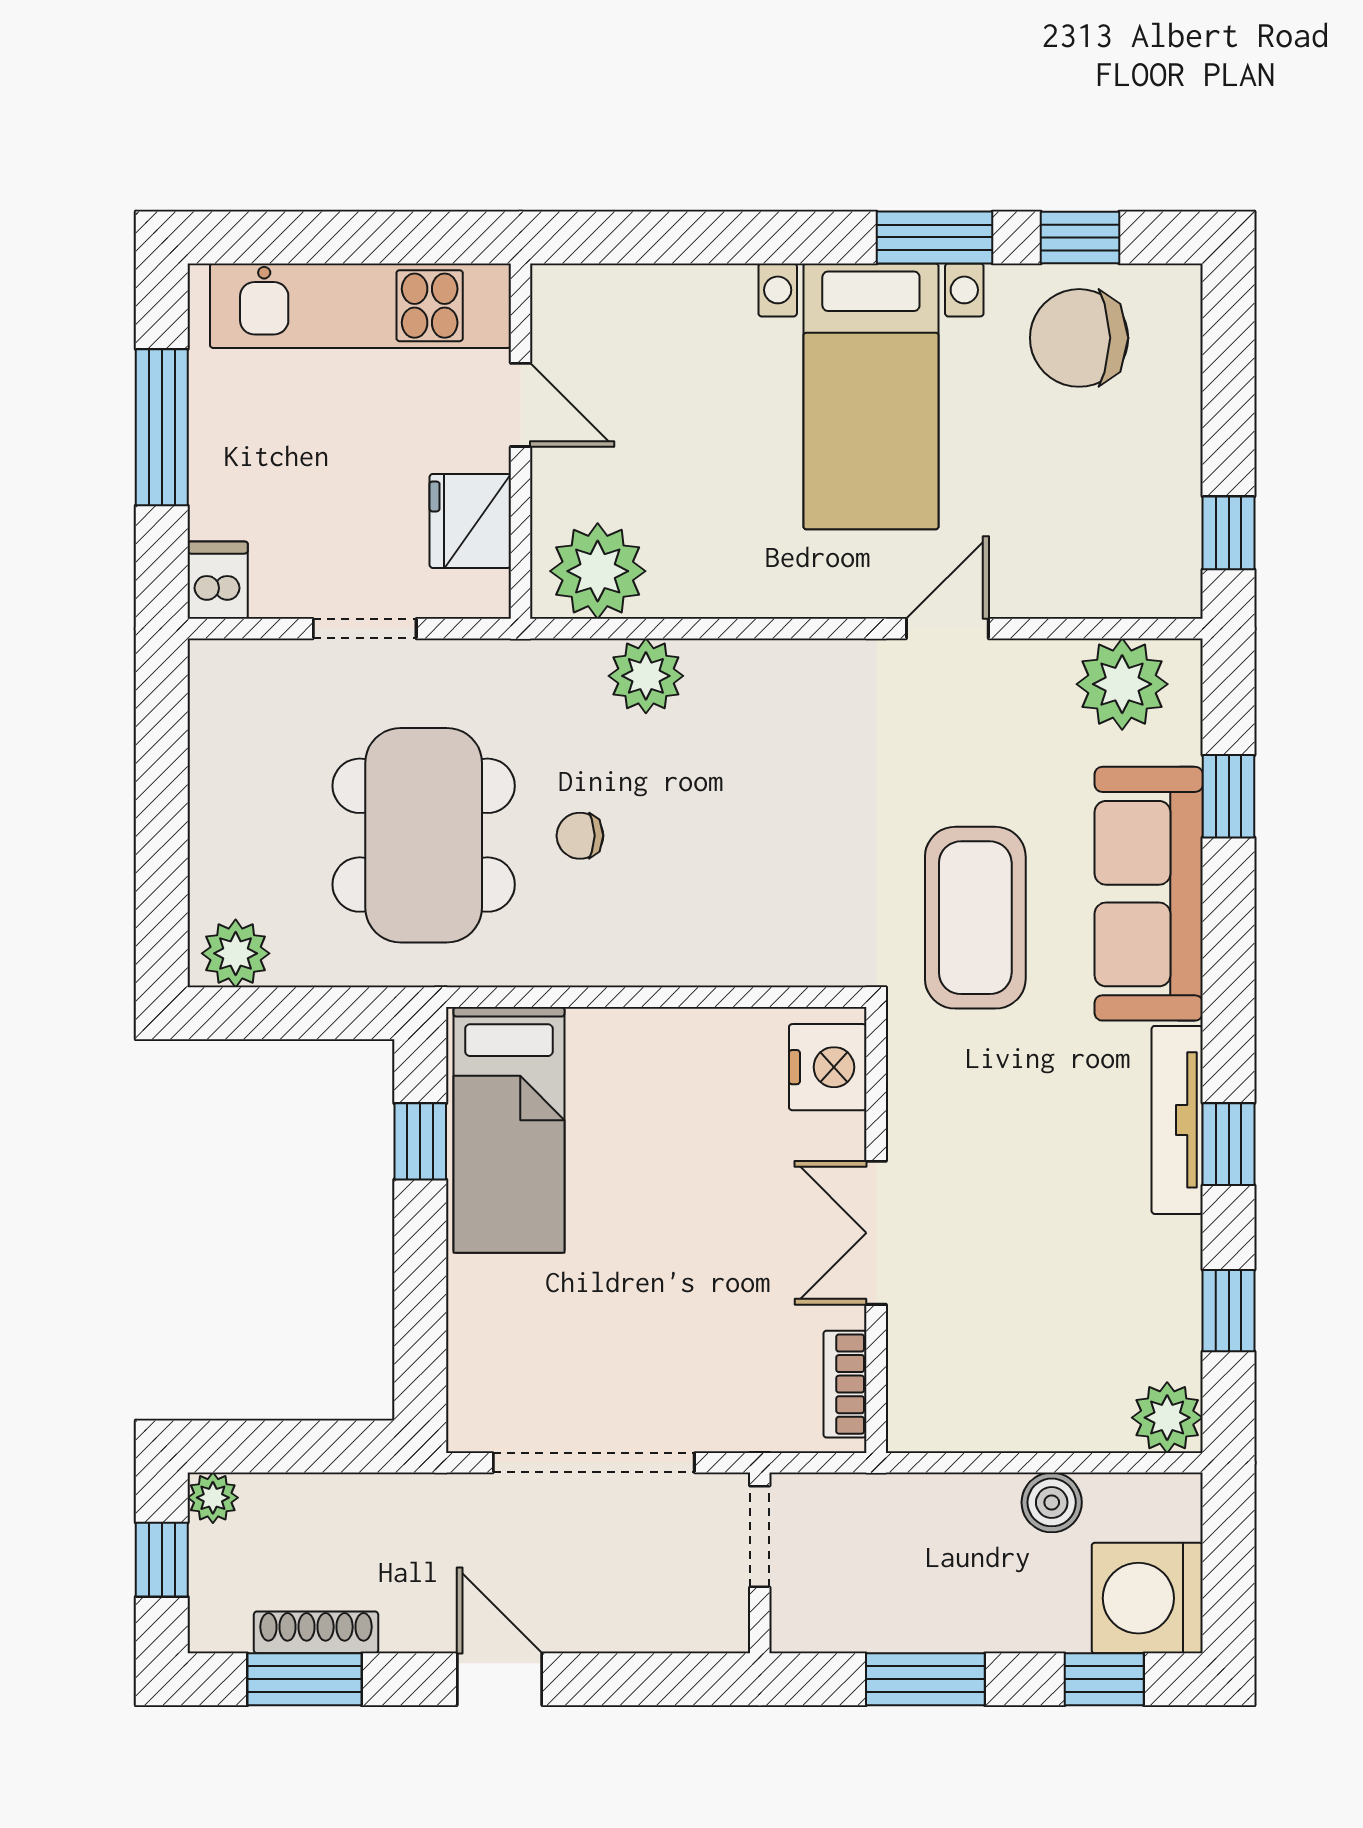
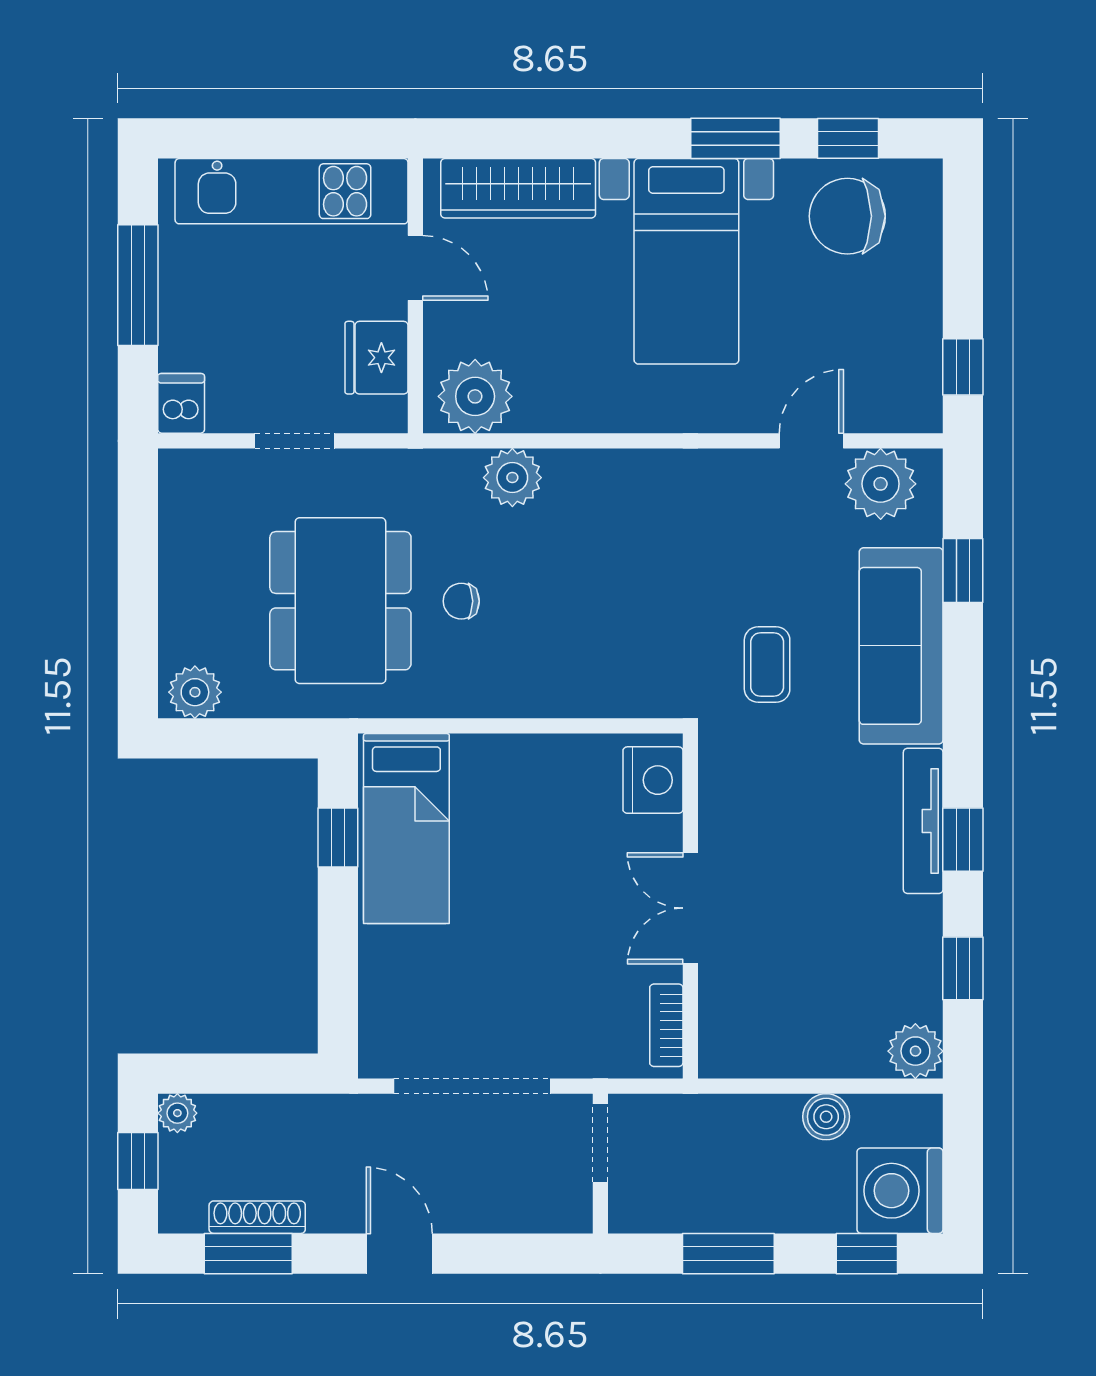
wardrobe: (653, 302) -> (518, 188), added
door: (947, 629) -> (811, 441), moved
coffee table: (975, 918) -> (767, 665), width x0.54, depth x0.58

